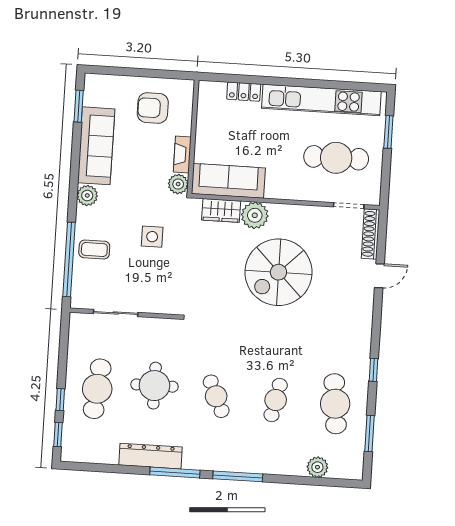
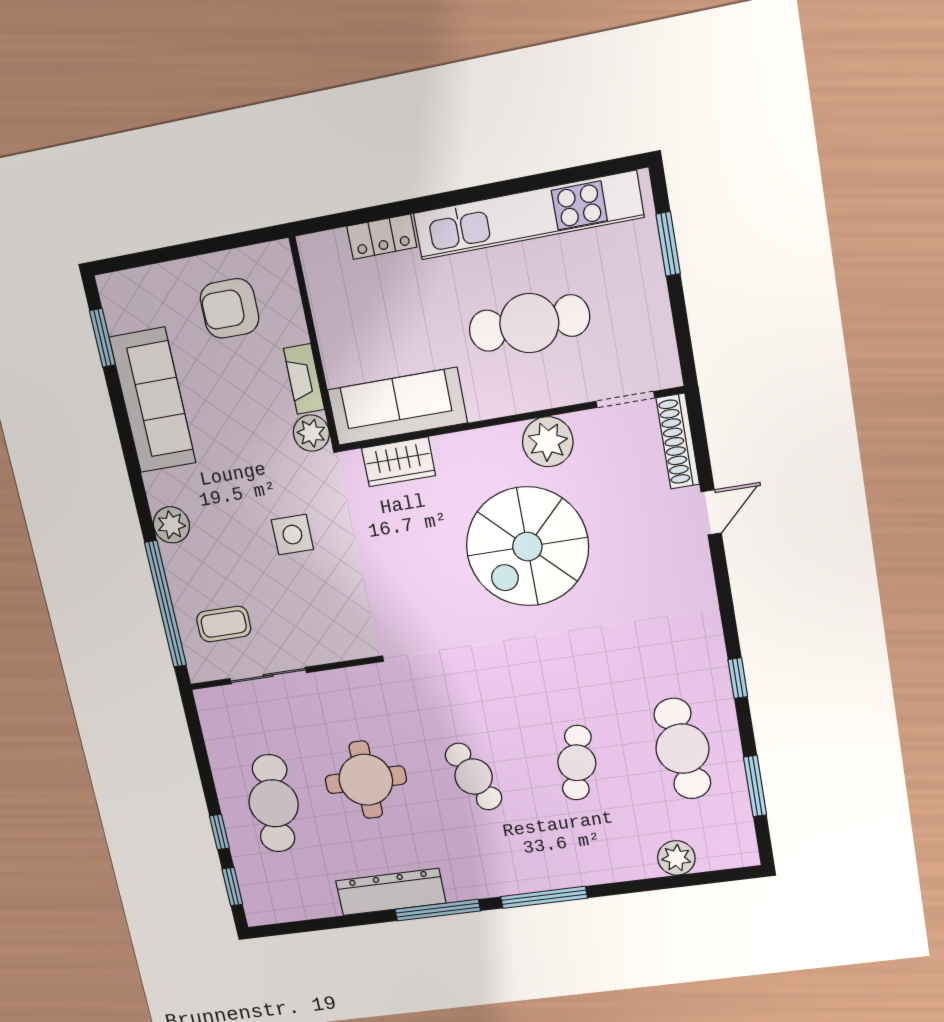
cafe table: (336, 158) -> (529, 323), moved
plant: (87, 195) -> (171, 525), moved
plant: (255, 215) -> (548, 442), moved
coffee table: (94, 249) -> (224, 624), moved

